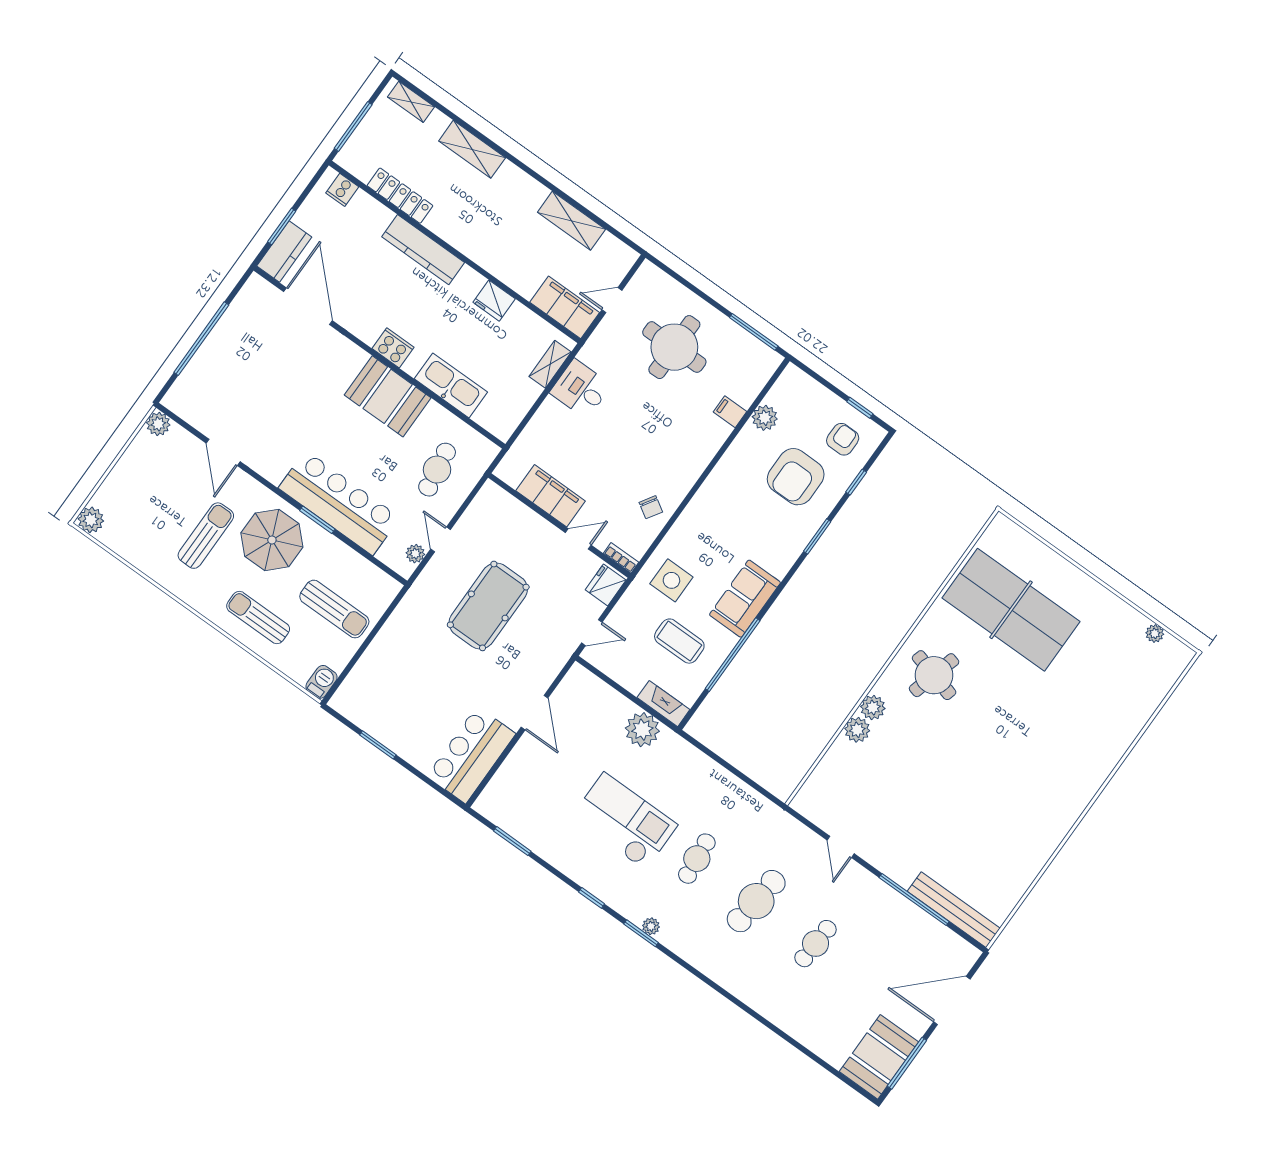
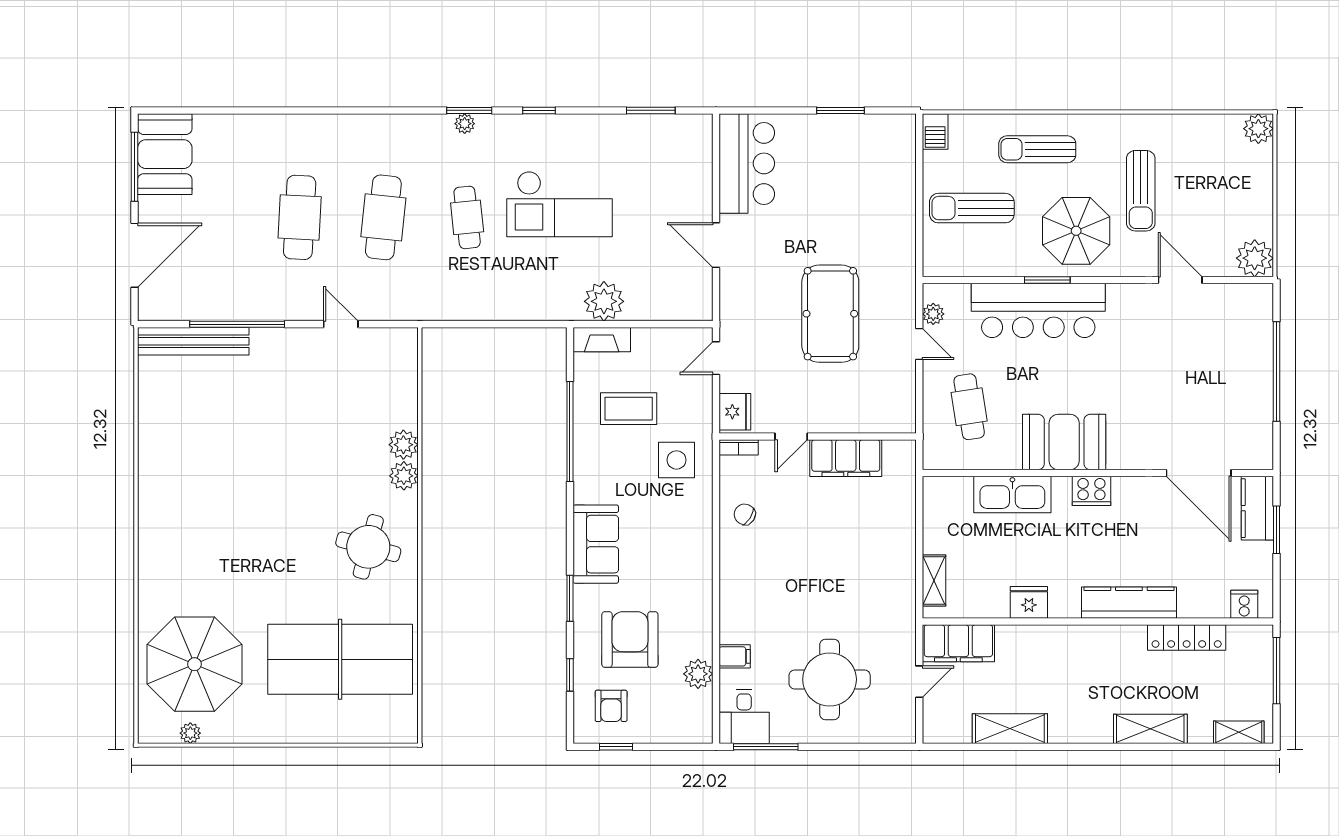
desk: (581, 389) -> (744, 716), moved, turned 90
plant: (158, 424) -> (1255, 258), width x1.36, depth x1.36
sofa: (745, 599) -> (596, 544), moved
sun lounger: (258, 618) -> (1037, 149), turned 180
parasol: (1117, 680) -> (194, 664), added
cafe table: (816, 944) -> (300, 217), width x1.37, depth x1.35

